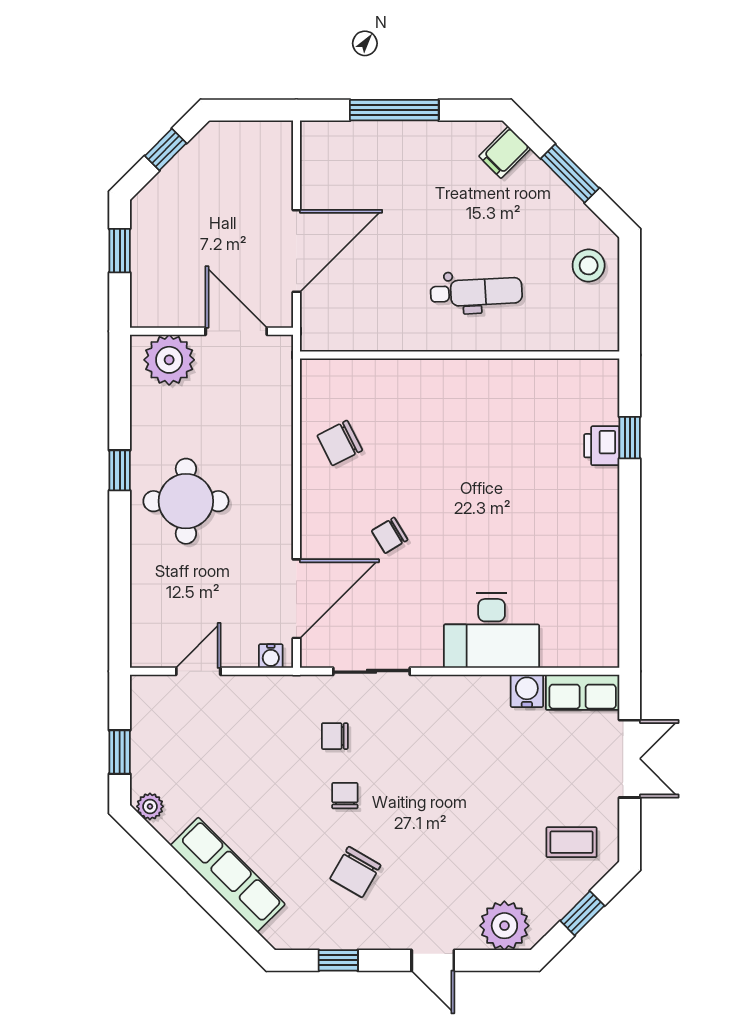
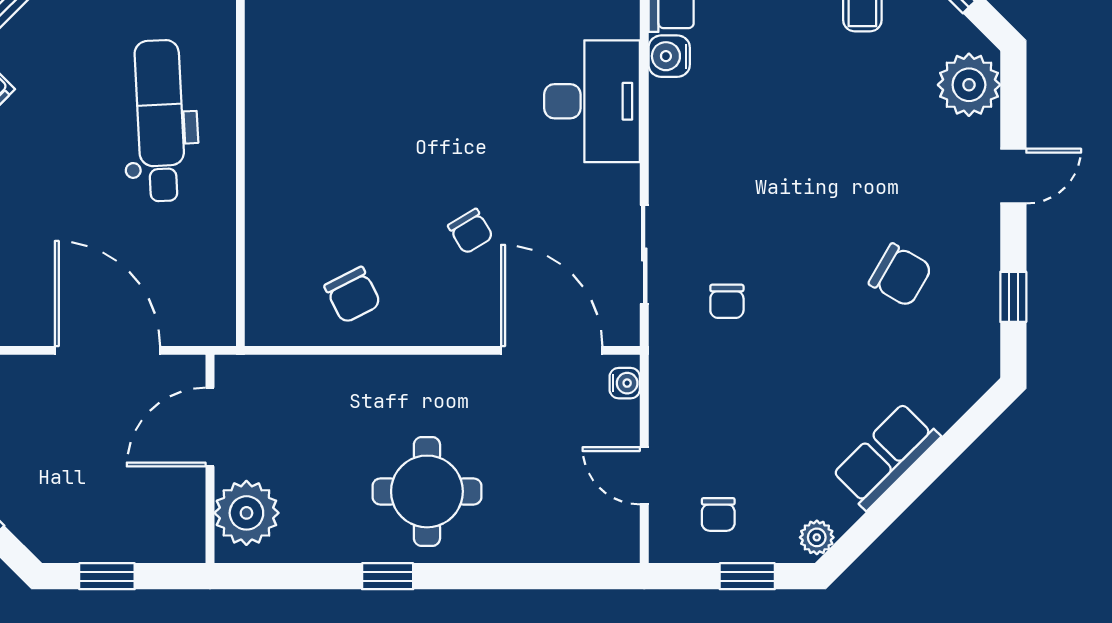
dental chair: (476, 292) -> (160, 121), width x1.36, depth x1.38
chair: (345, 796) -> (718, 514), moved, turned -90
row of seats: (228, 875) -> (886, 456), width x0.68

